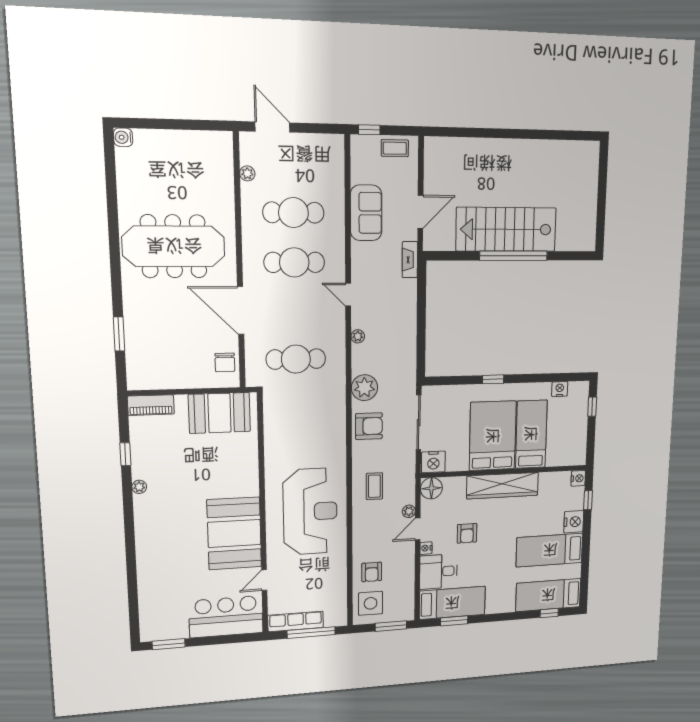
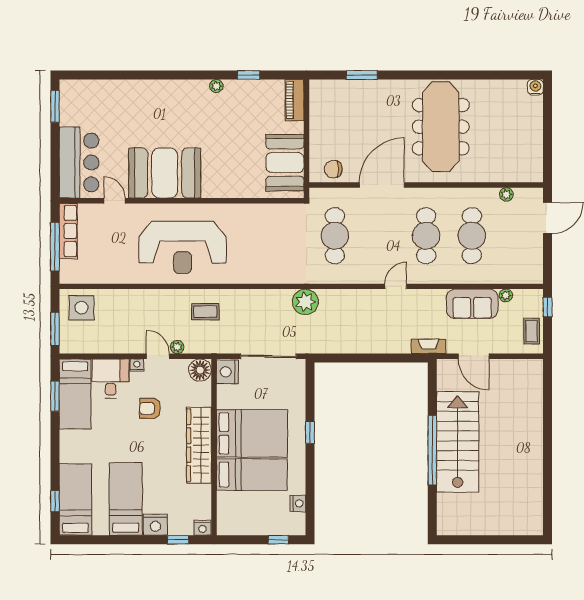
plant: (358, 336) -> (506, 295), moved
armchair: (369, 426) -> (267, 306), removed
armchair: (372, 572) -> (115, 309), removed

